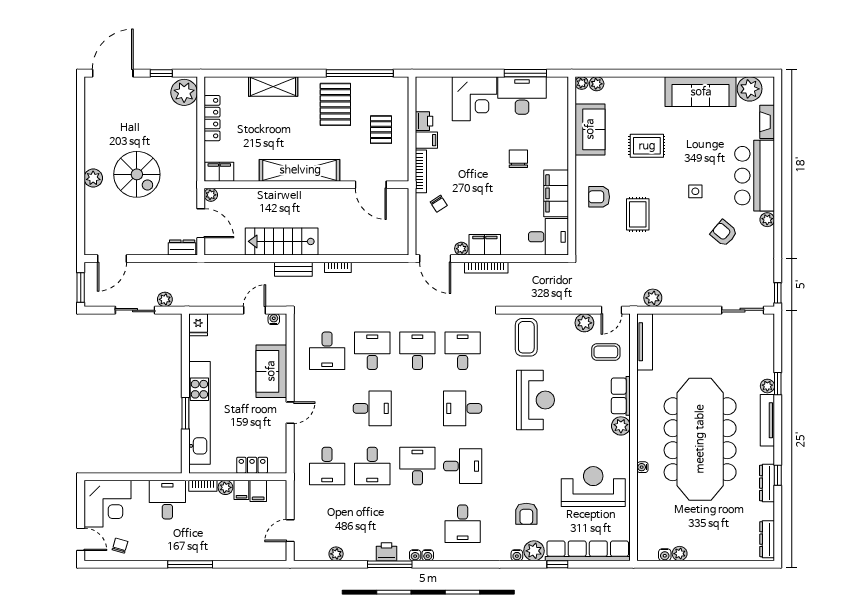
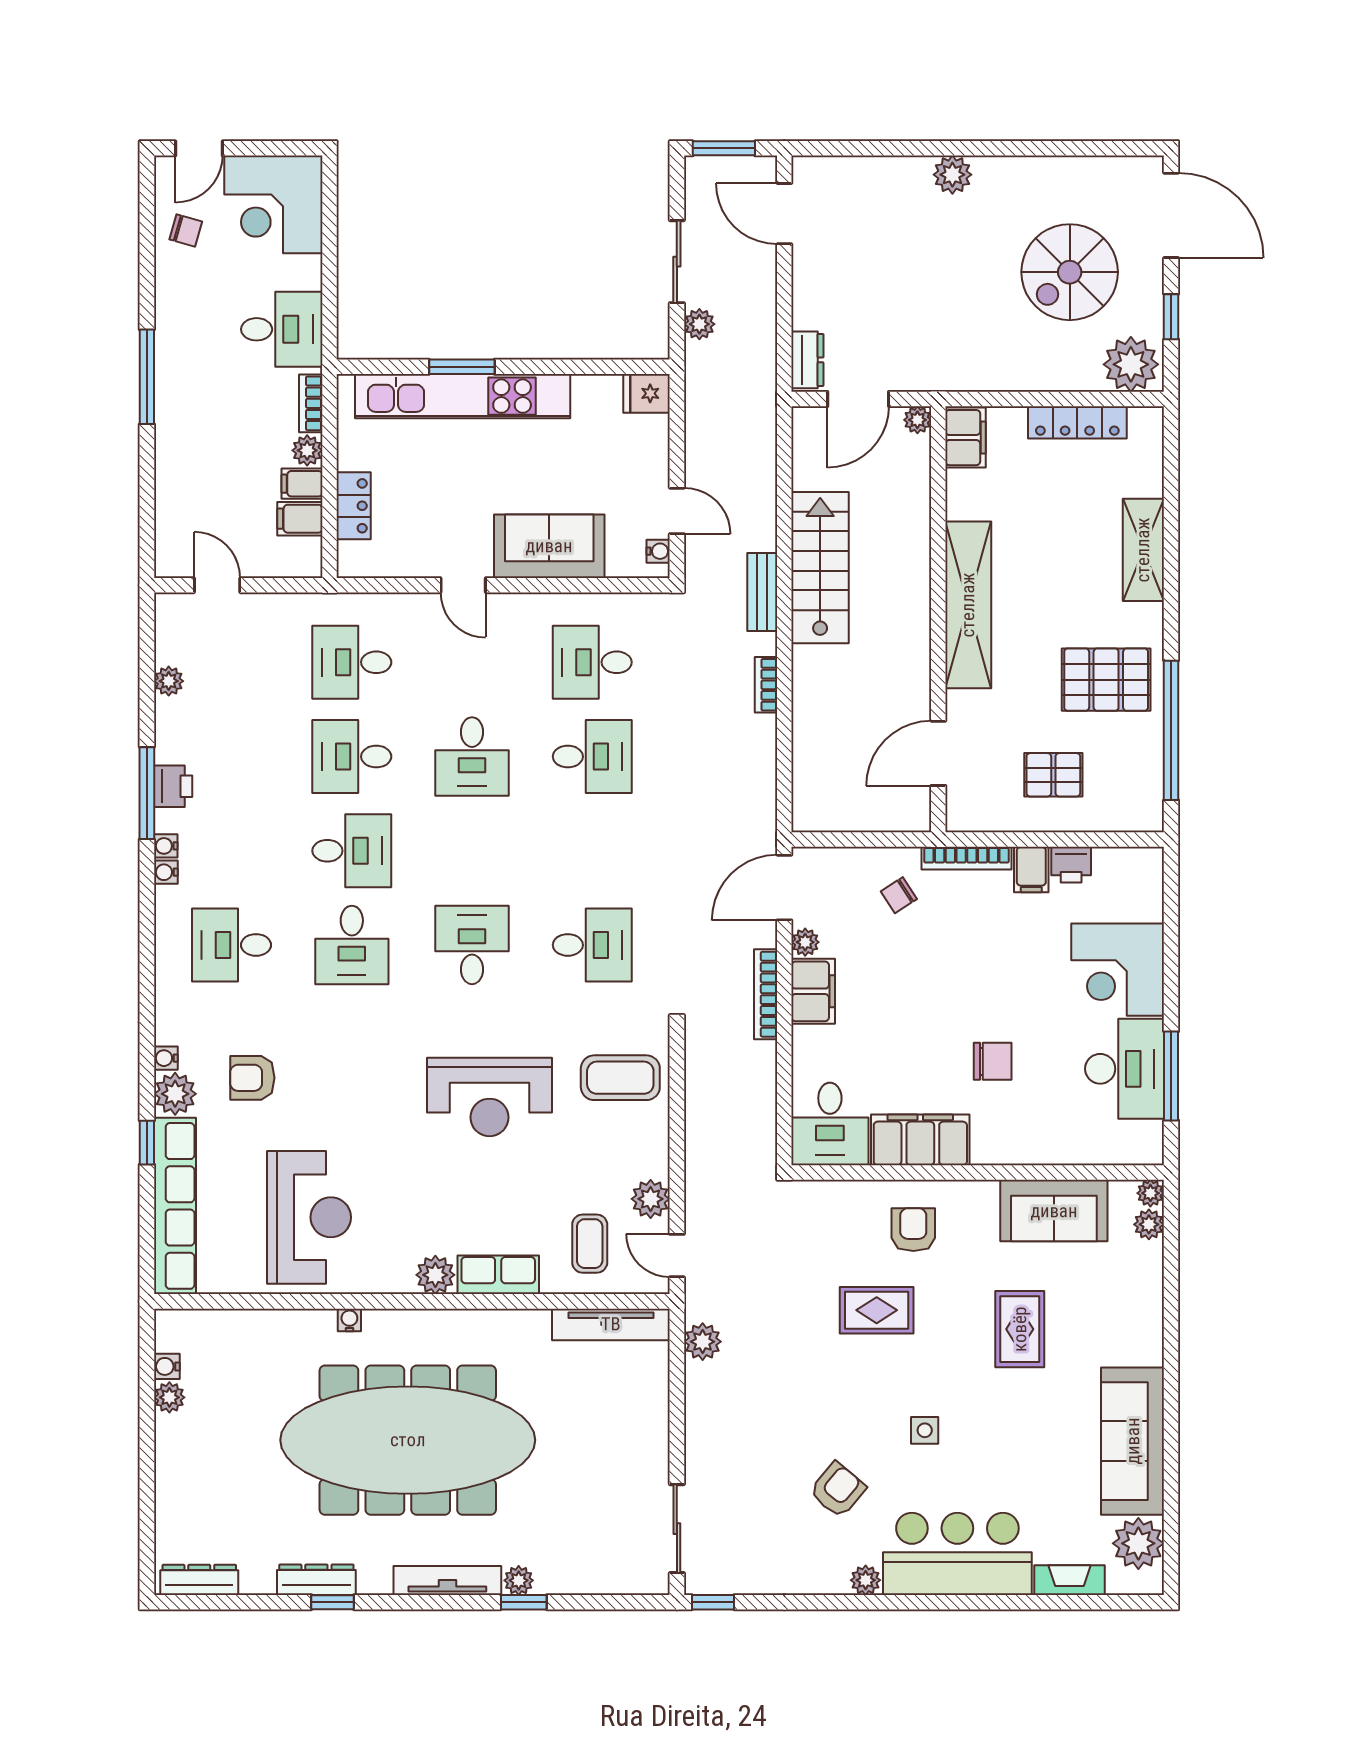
spiral stairs: (137, 174) -> (1070, 272), moved
desk: (417, 351) -> (592, 851), removed

